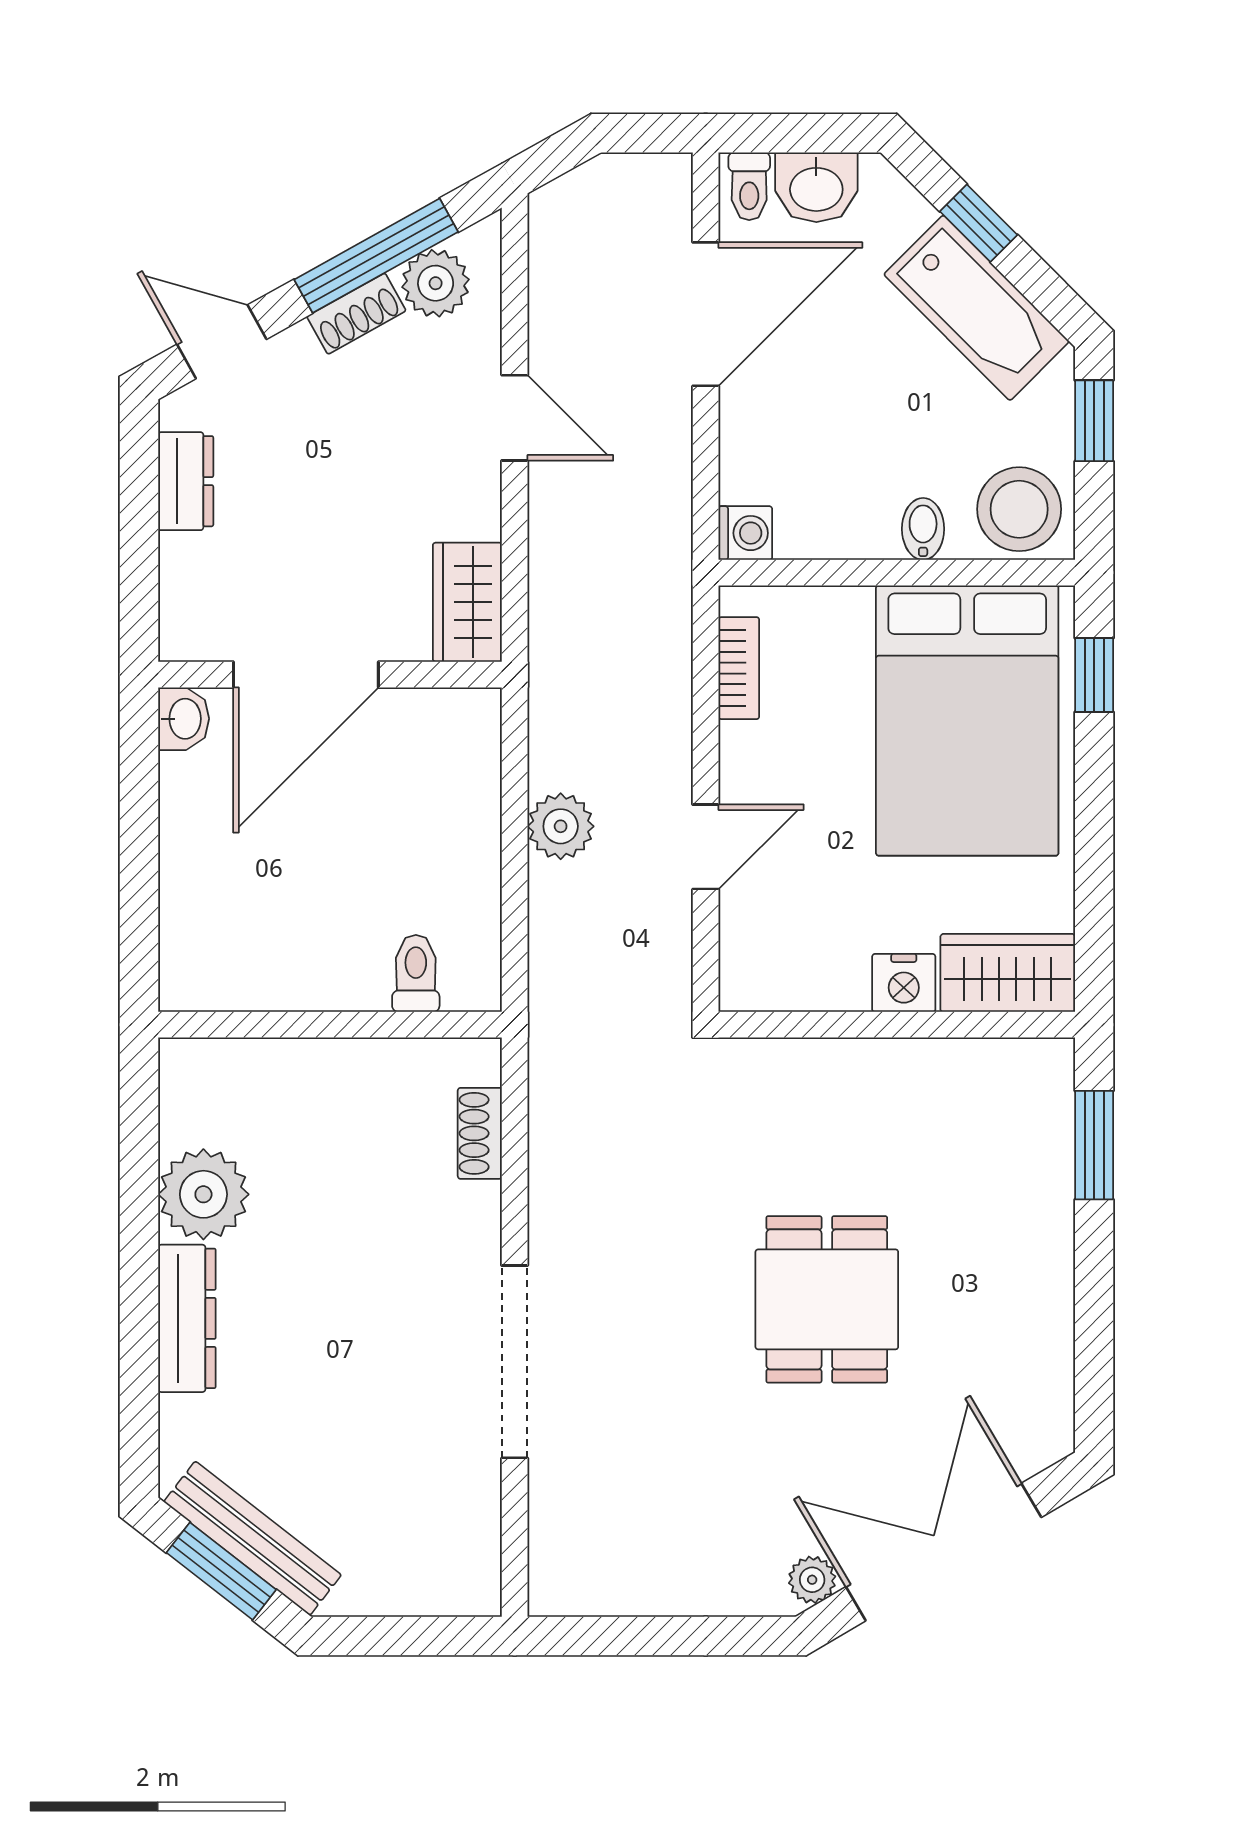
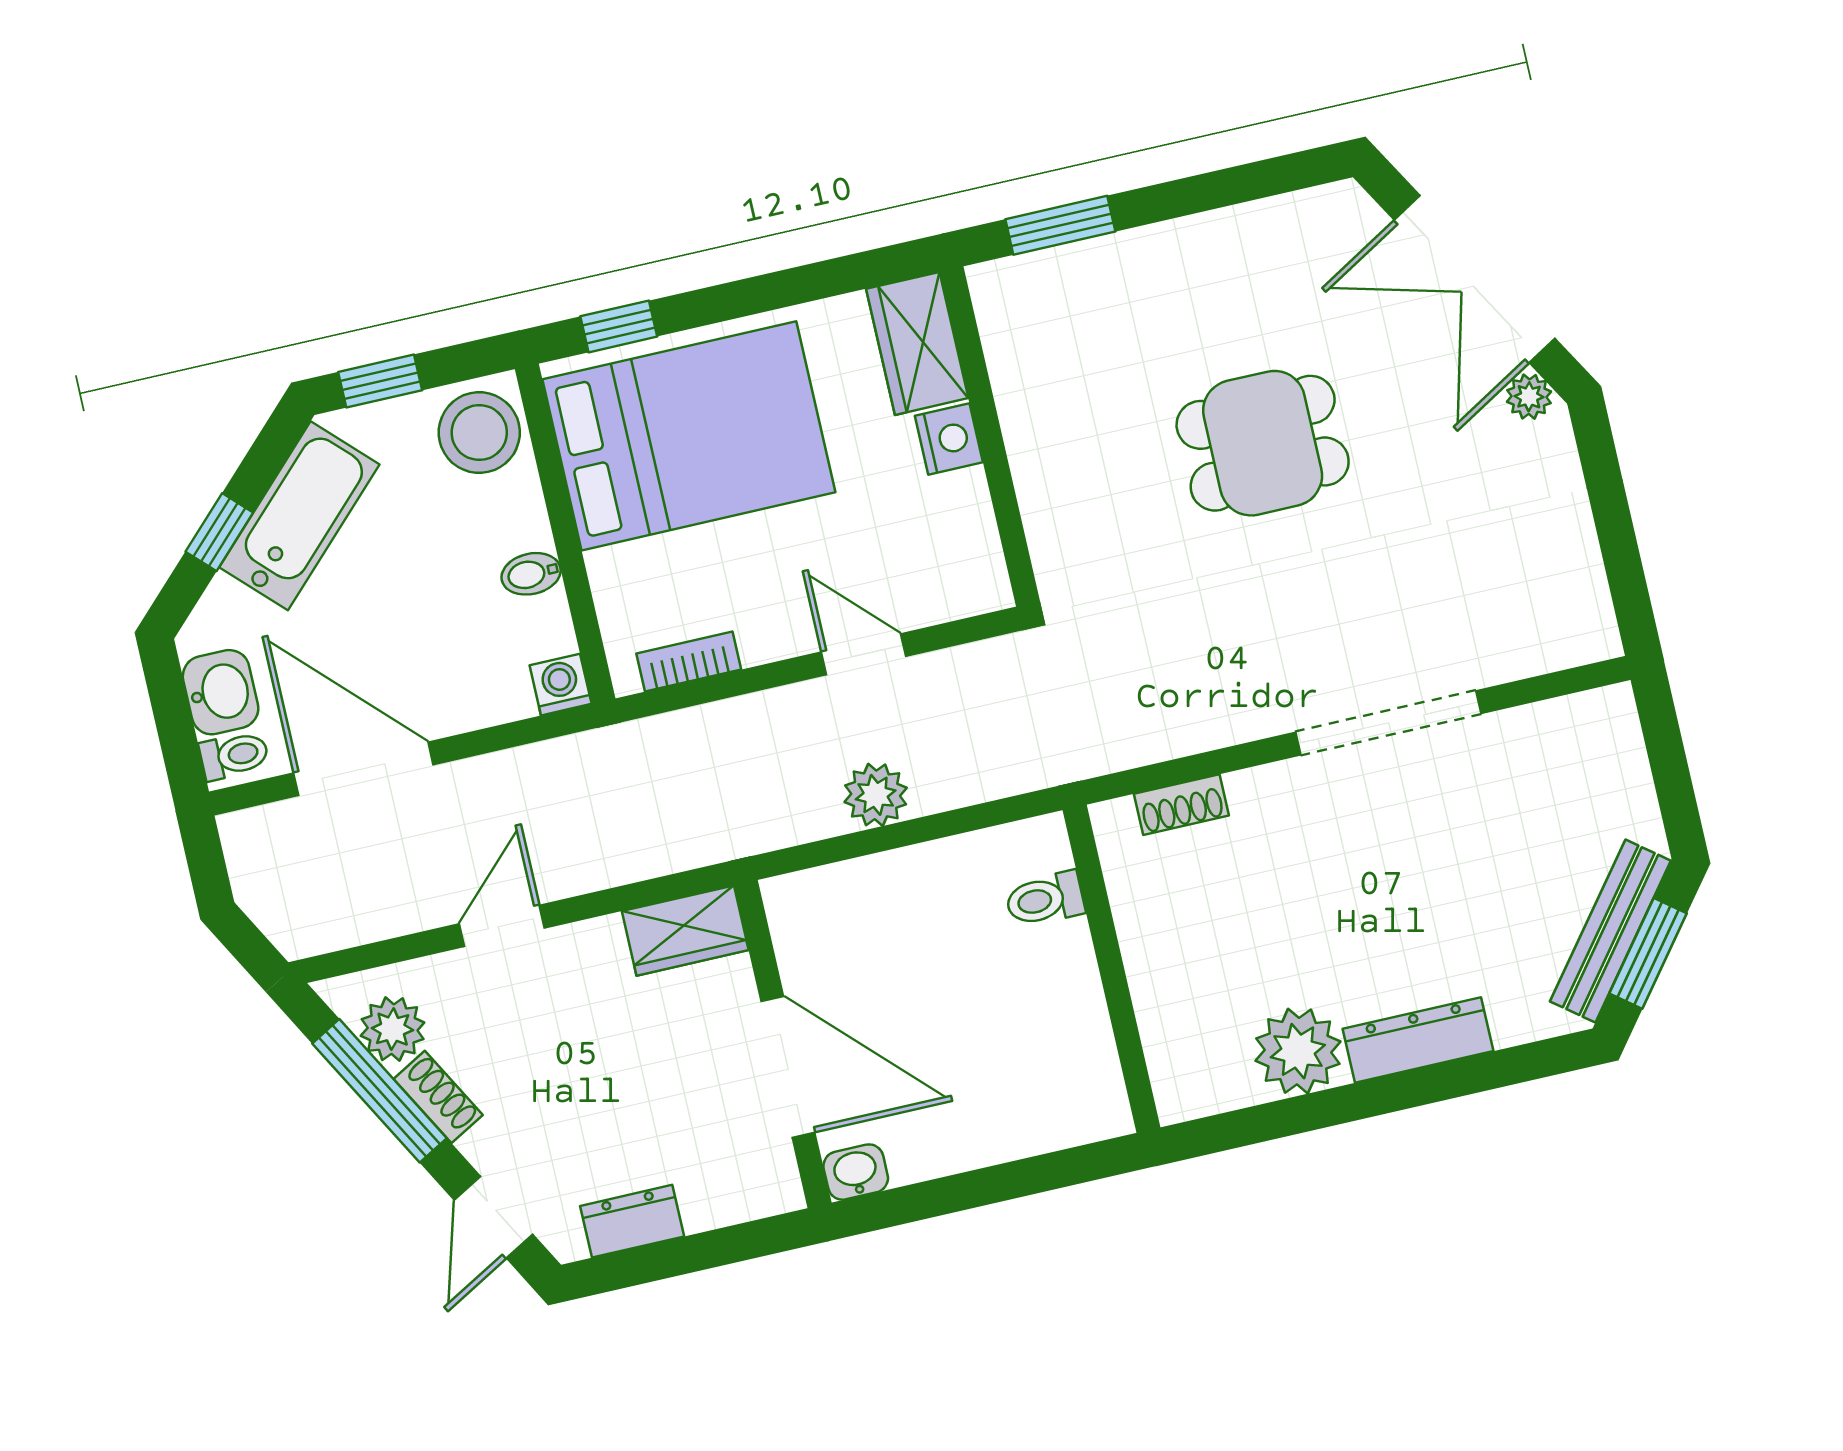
bidet: (923, 529) -> (531, 574), moved

